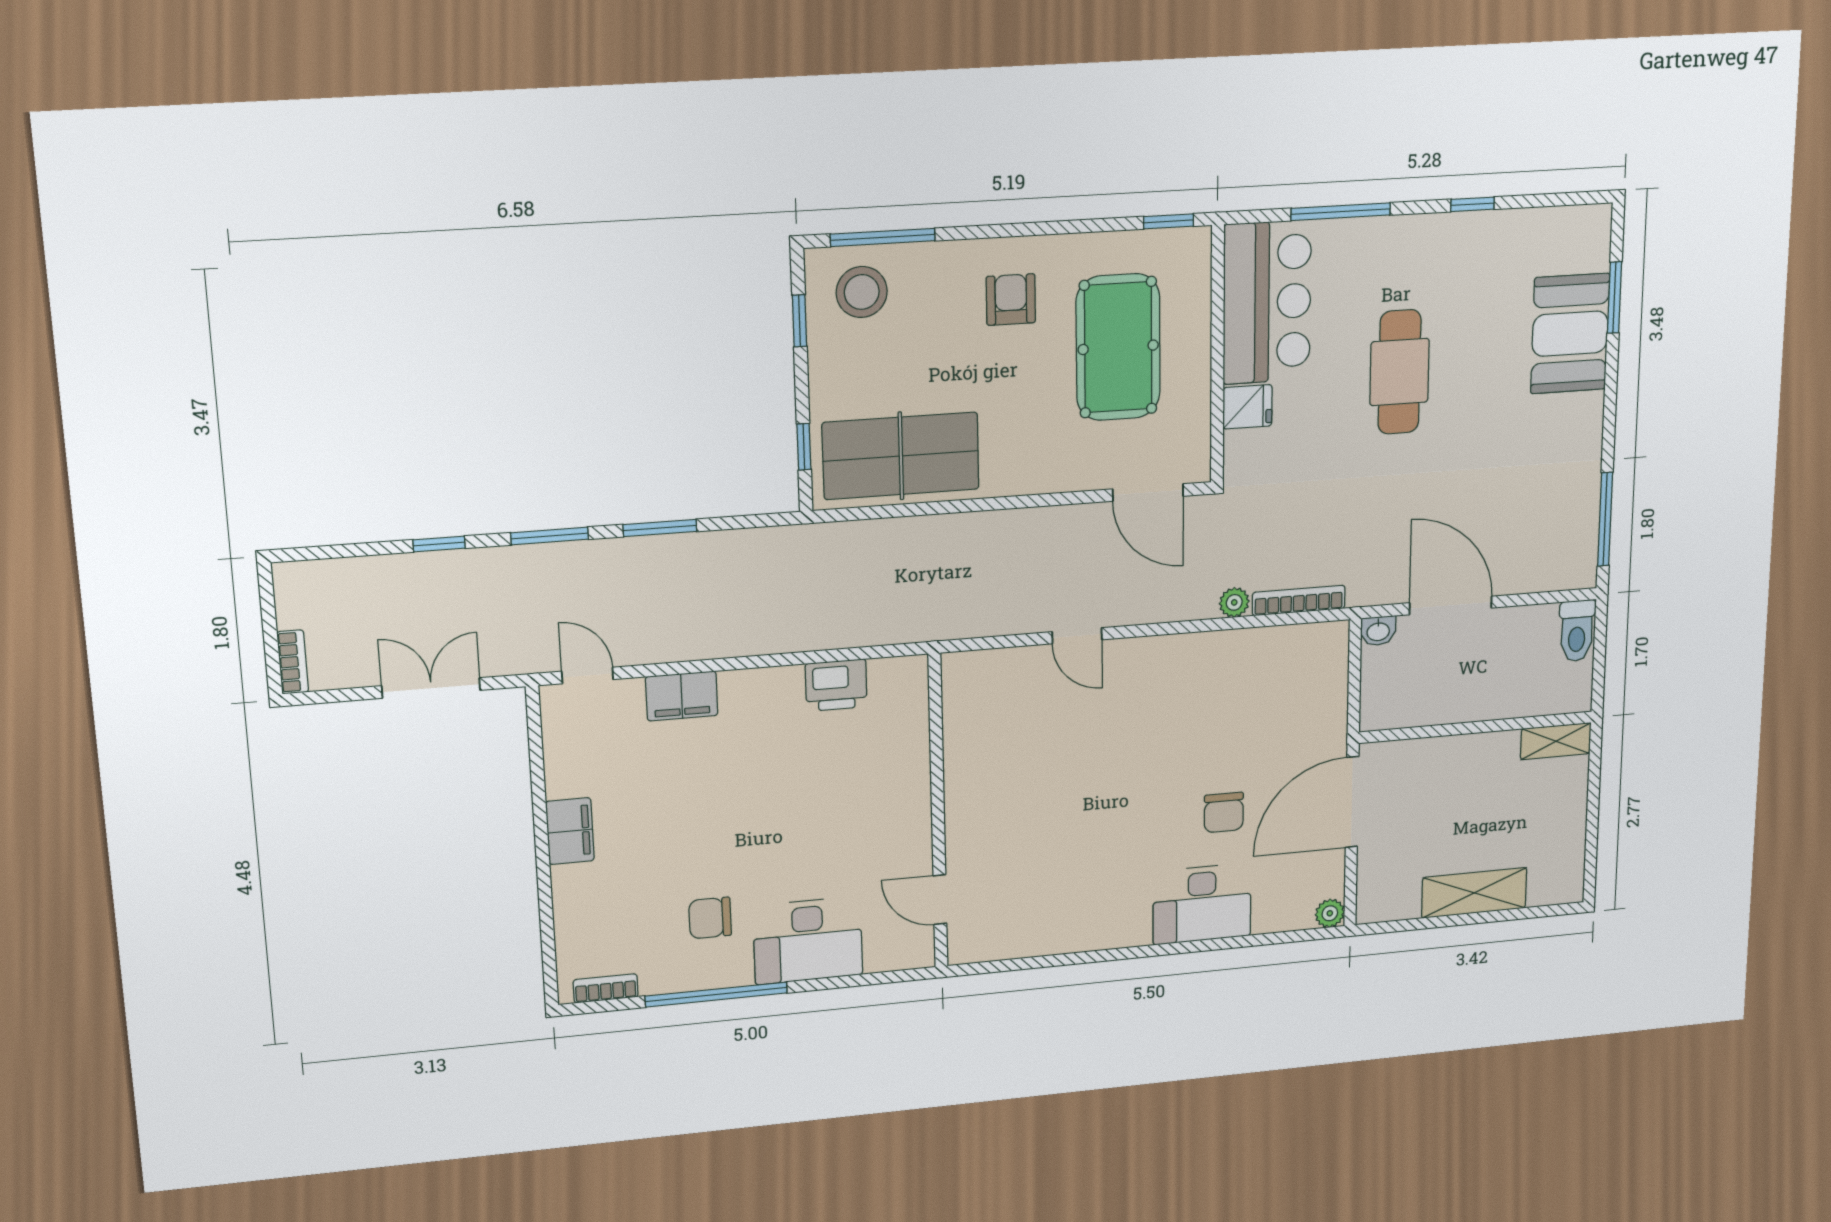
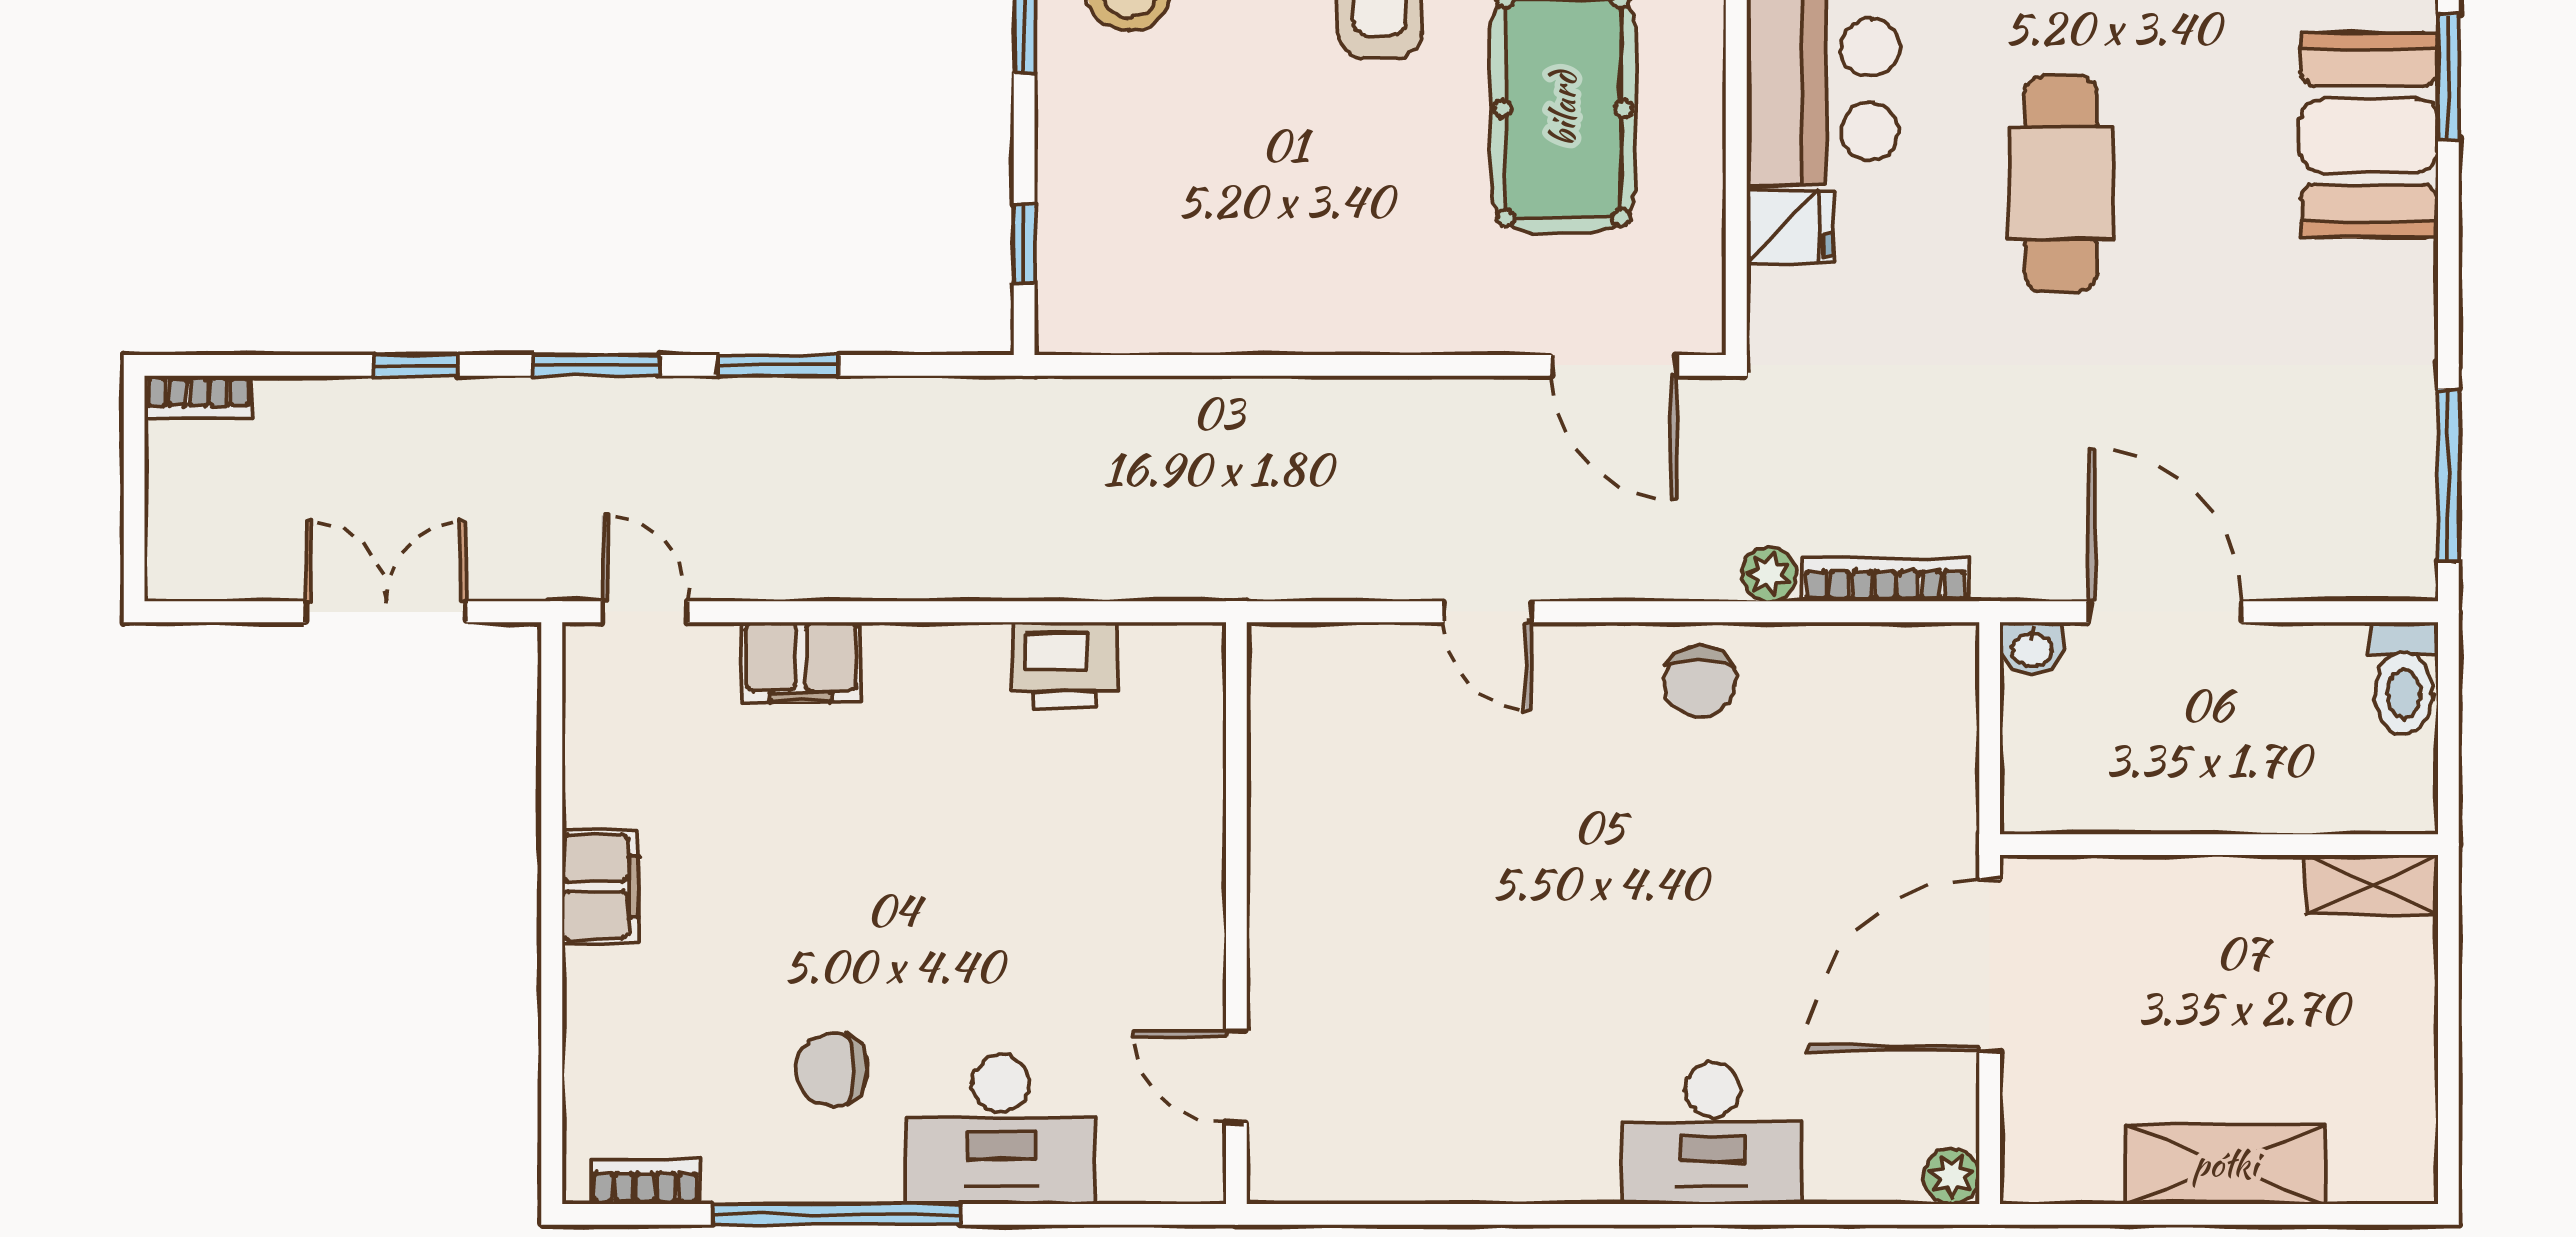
table tennis table: (901, 456) -> (1187, 271), removed
bookcase: (293, 662) -> (198, 397), moved, turned 90
chair: (1224, 812) -> (1700, 681), moved

